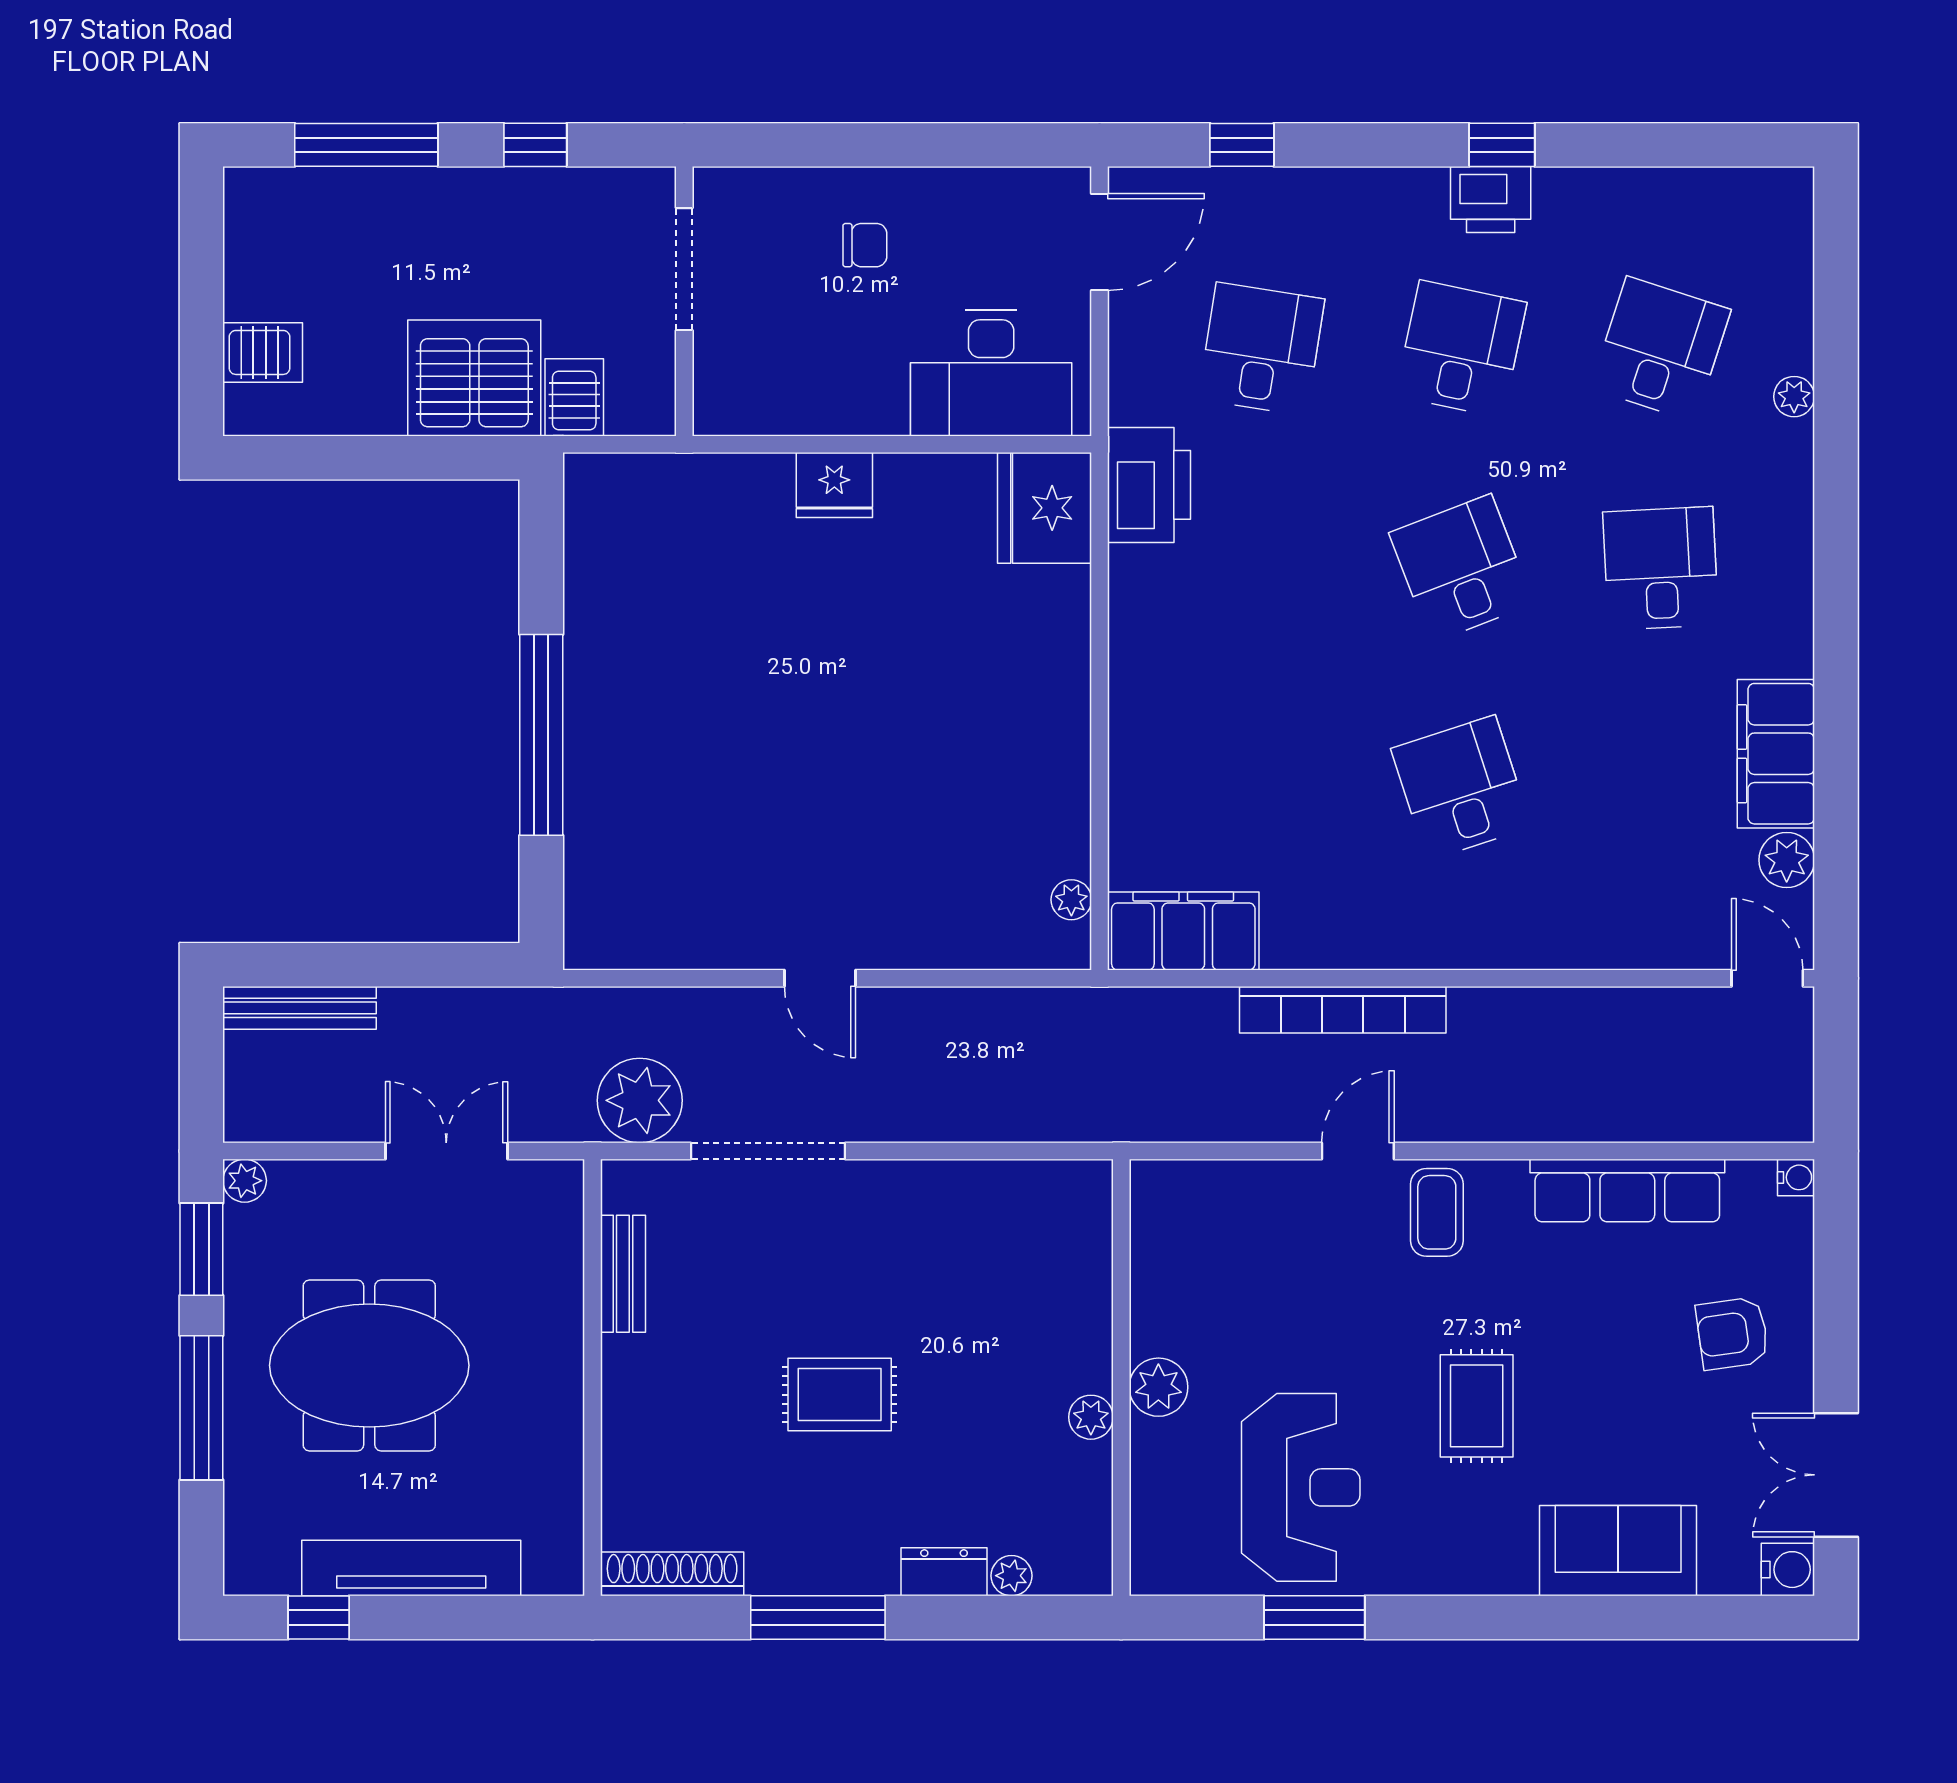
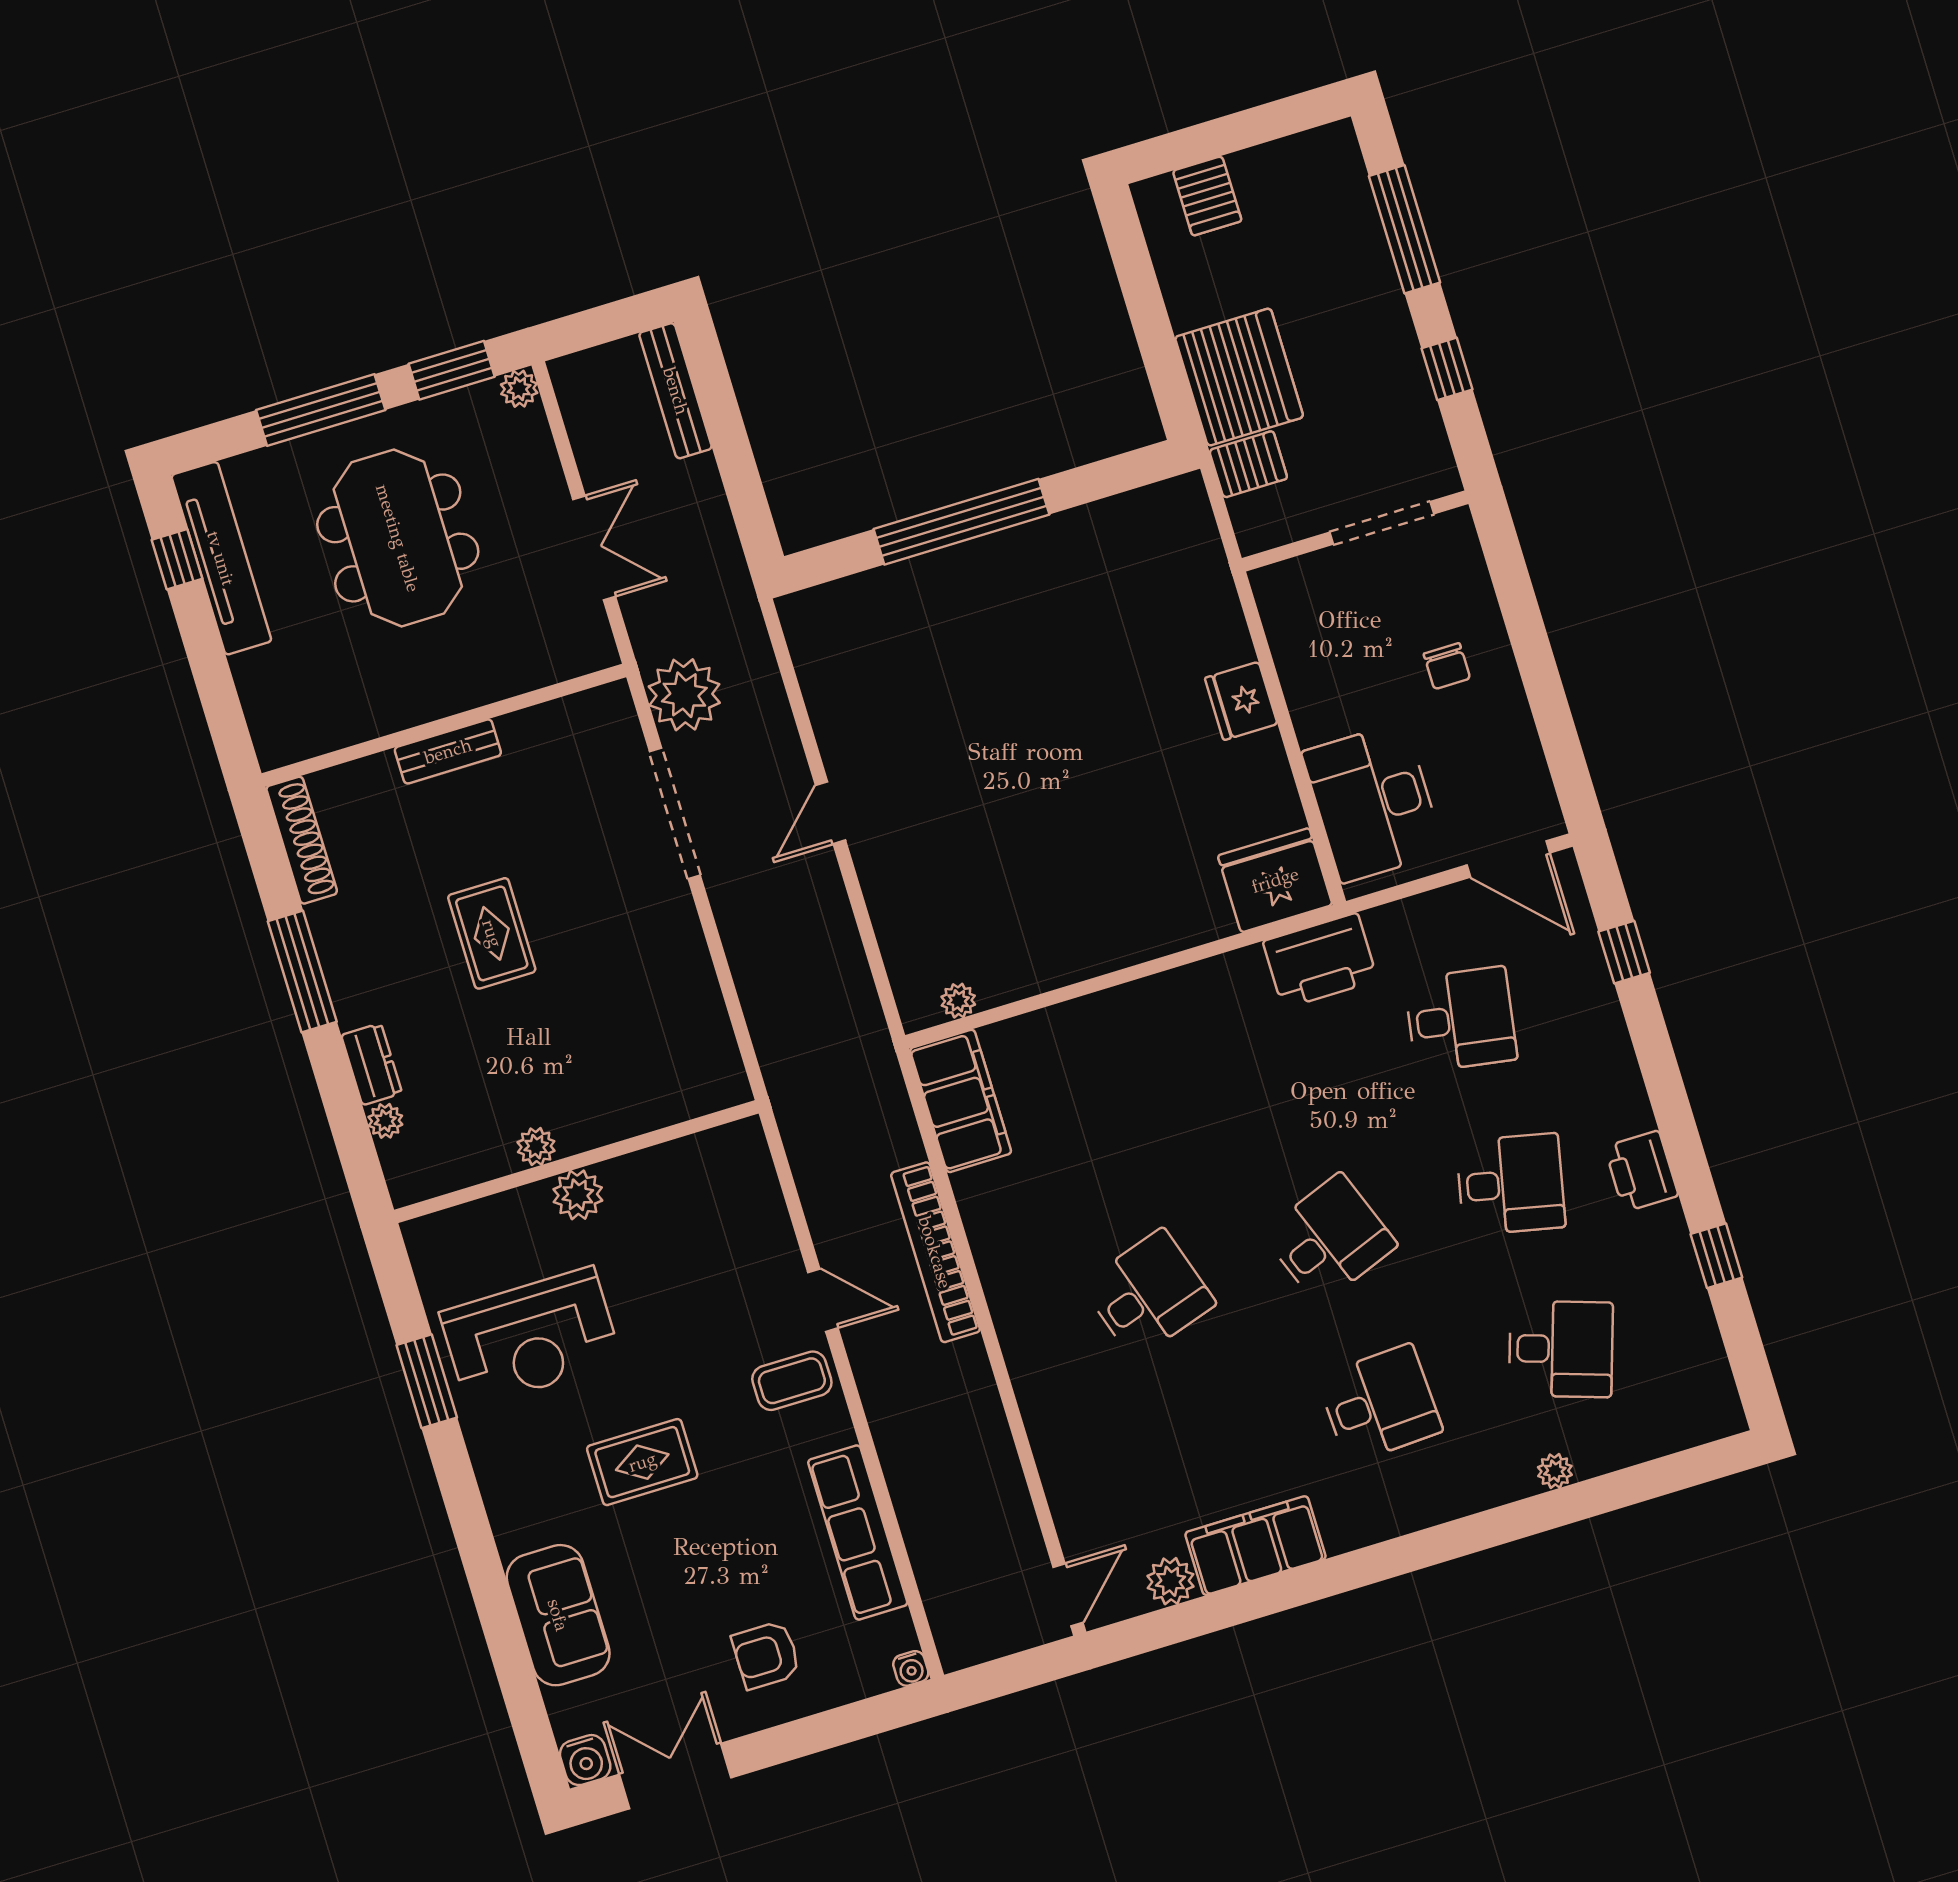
window: (1502, 145) -> (1716, 1256), moved
bench: (623, 1274) -> (448, 751), moved
armchair: (1732, 1333) -> (766, 1655), turned -82
tv unit: (411, 1568) -> (221, 558), moved

